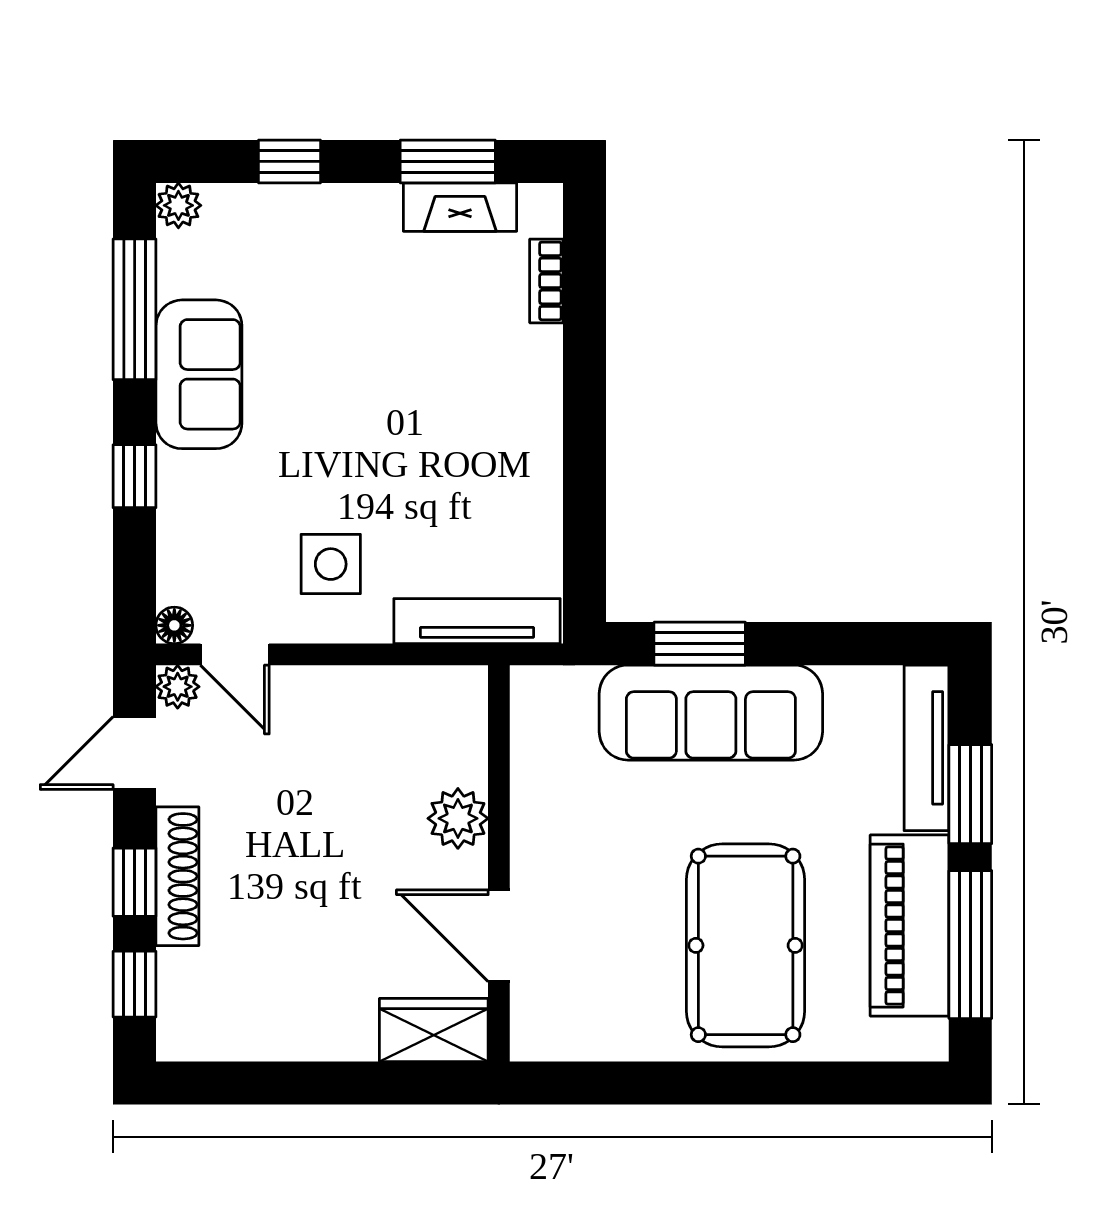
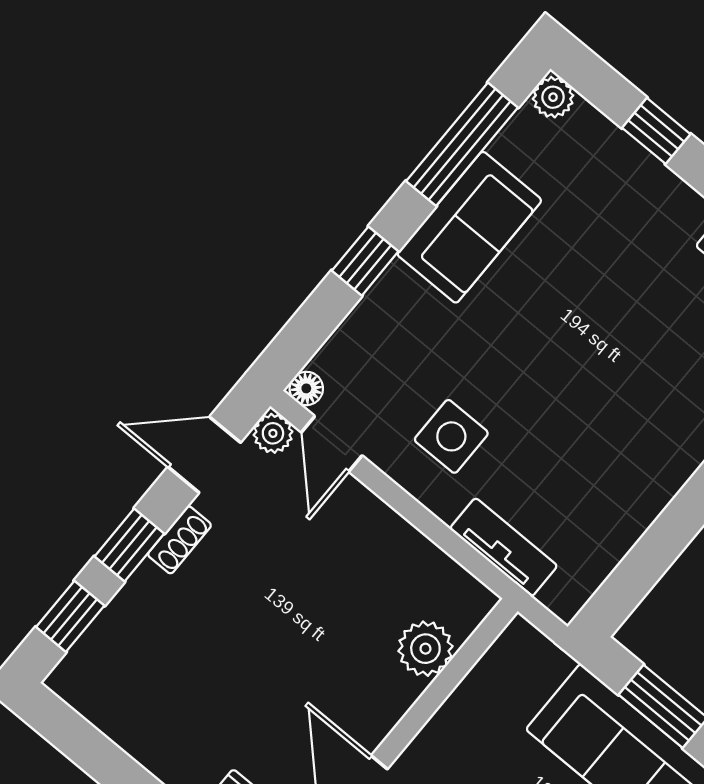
tv unit: (477, 621) -> (504, 547), width x0.71
plant: (458, 818) -> (425, 649), moved
shoe rack: (177, 876) -> (179, 540), width x0.51, depth x0.81

